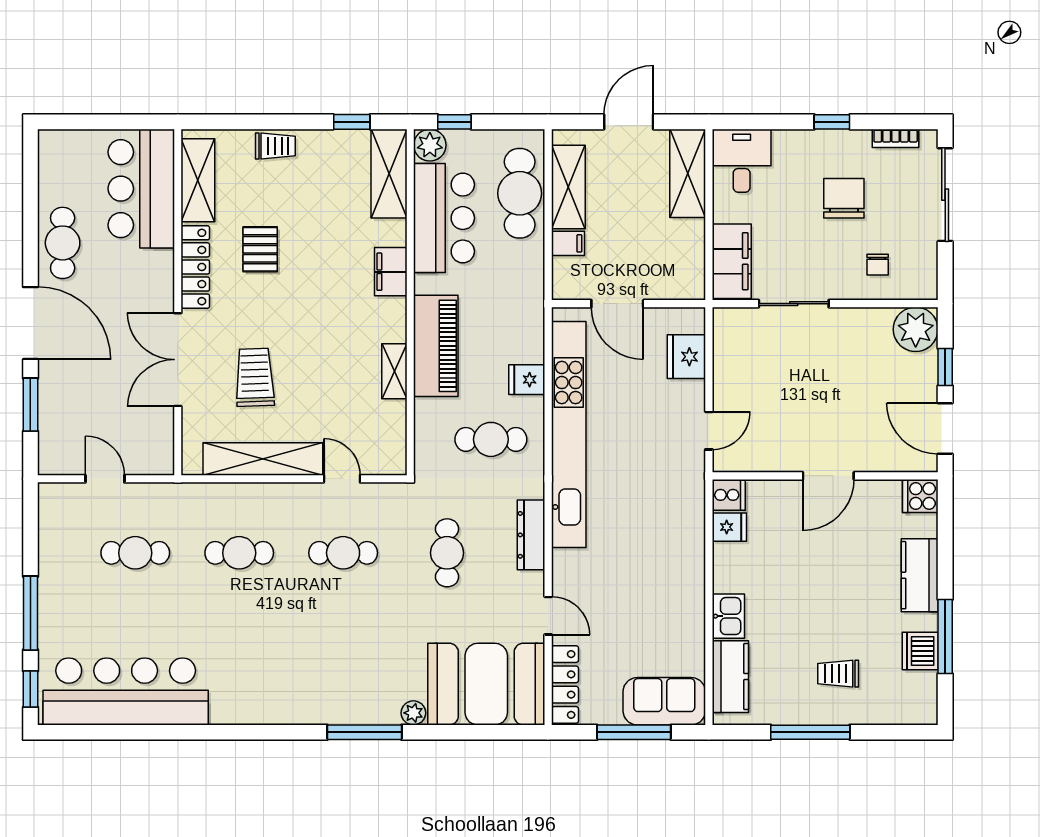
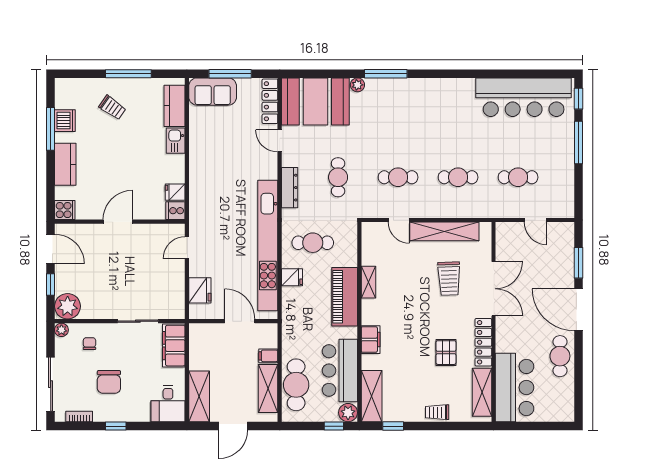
plant: (926, 288) -> (61, 330), added
trolley: (838, 674) -> (112, 108), turned 35

